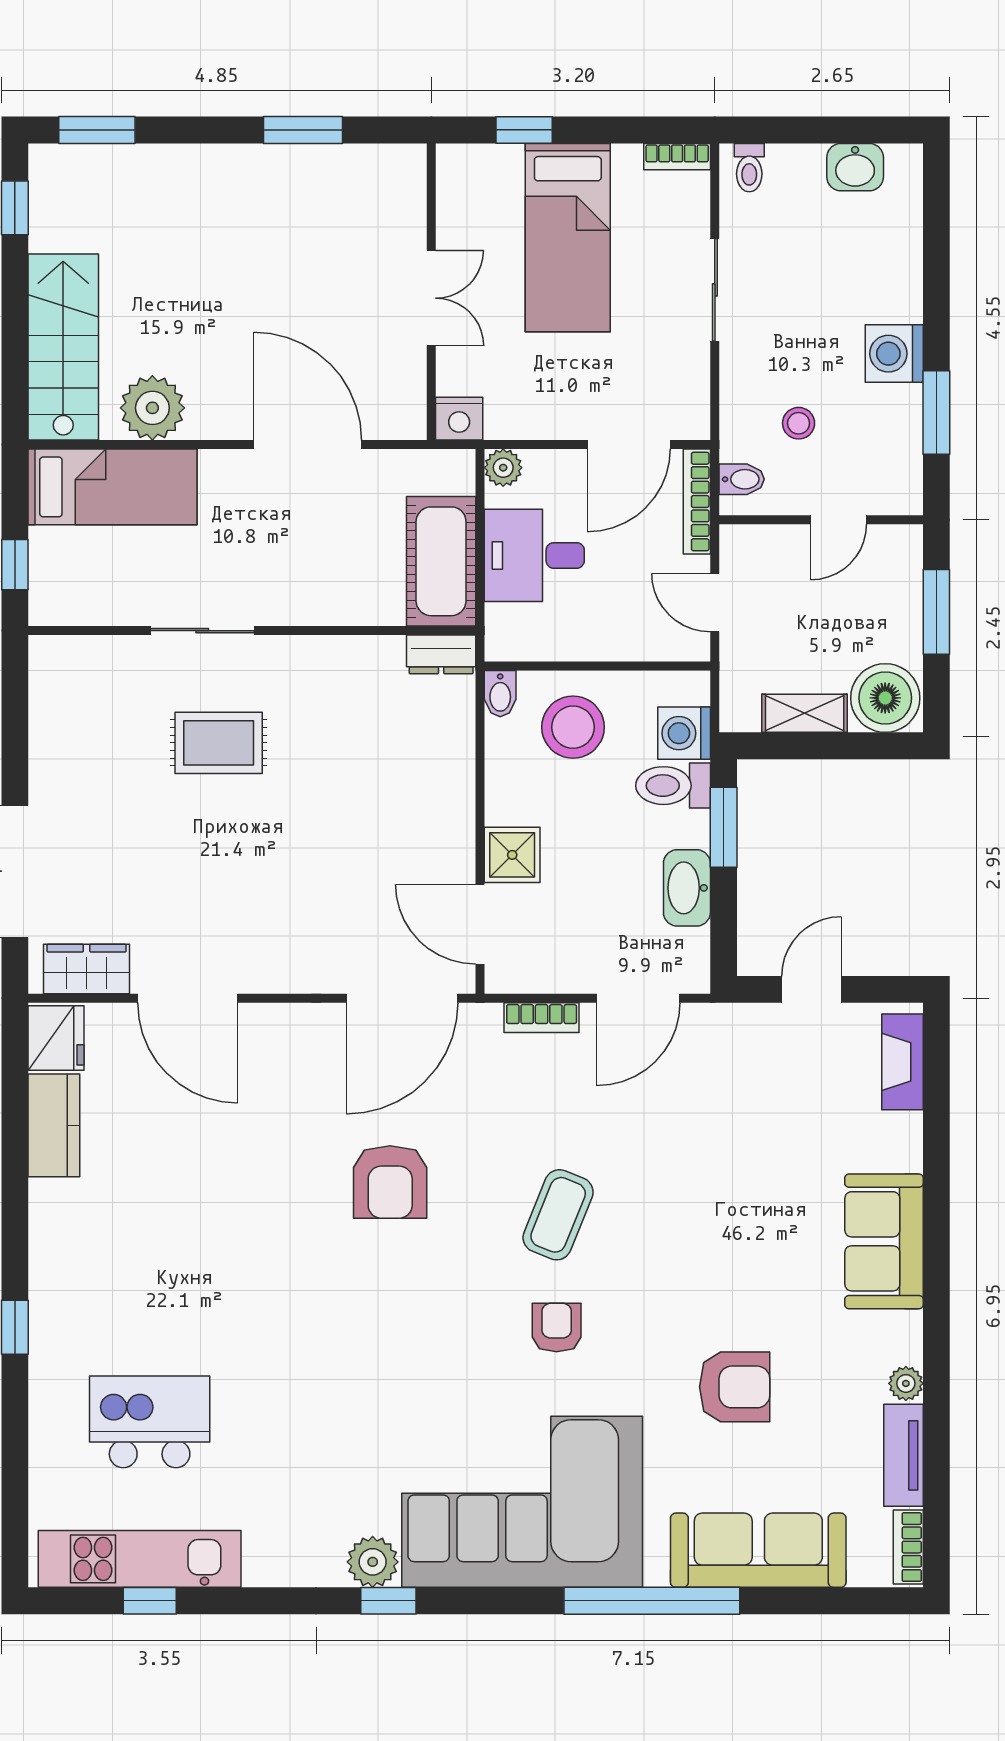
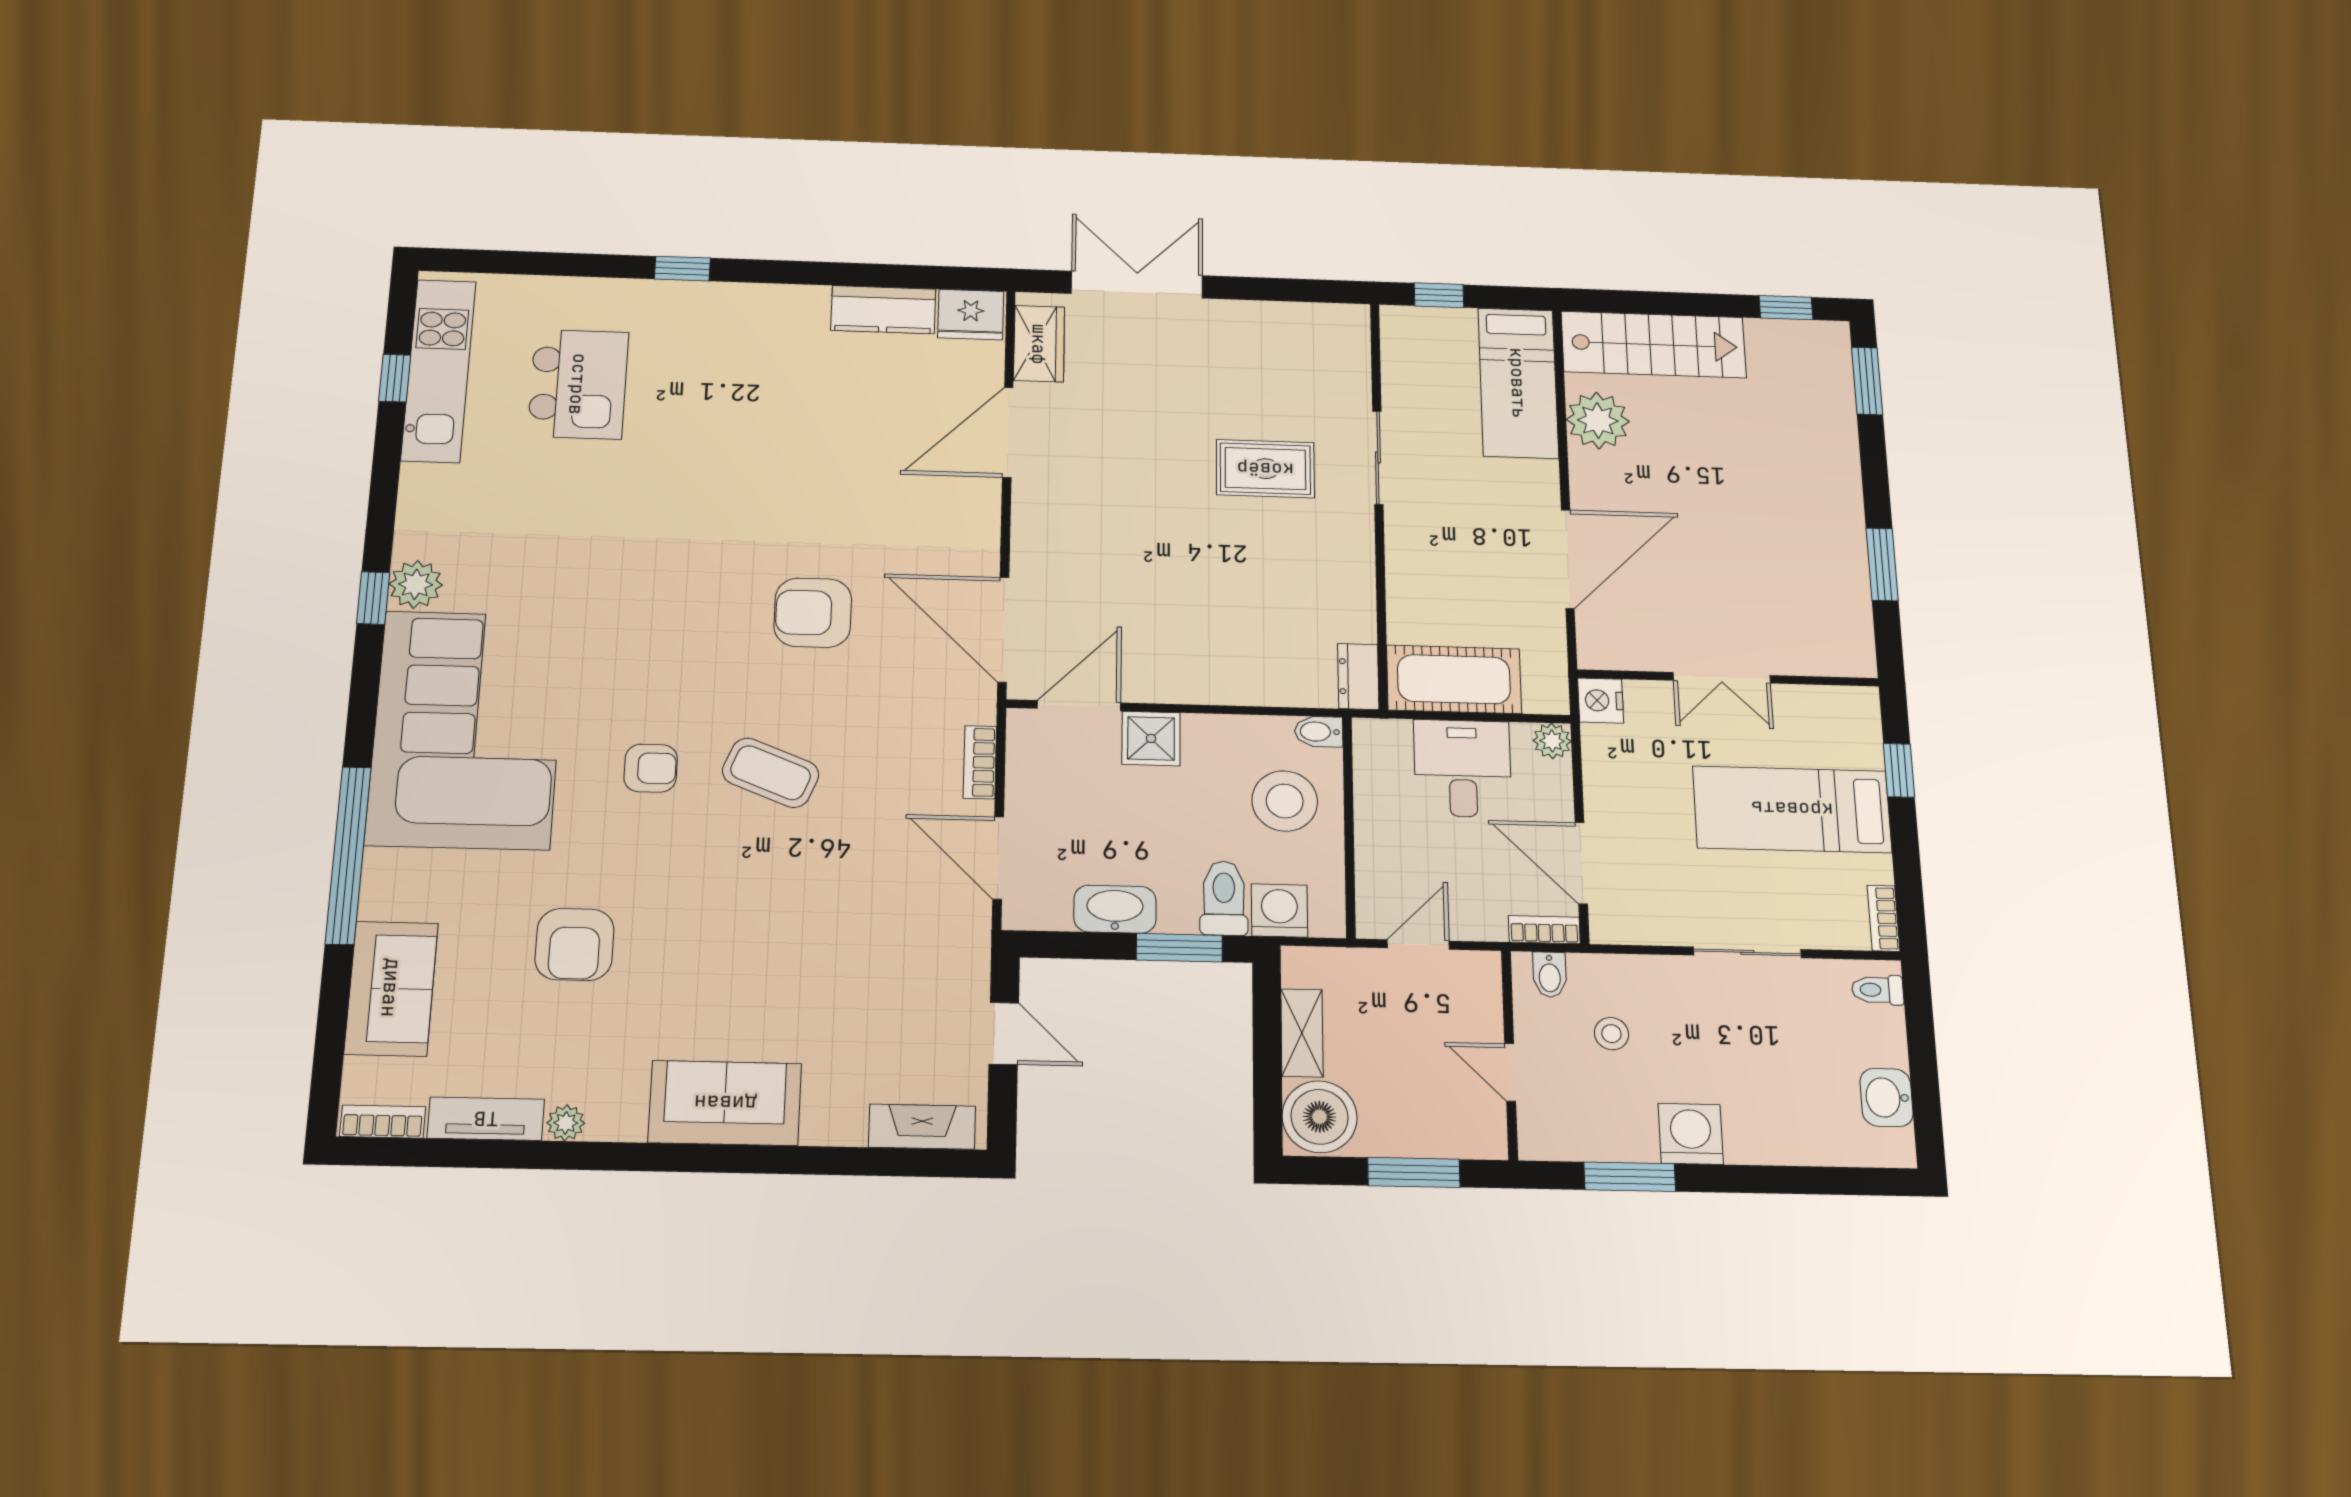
bookcase: (697, 501) -> (1544, 930), width x0.64
rug: (219, 743) -> (1265, 469), turned 90
sofa: (758, 1550) -> (391, 988), width x0.73

